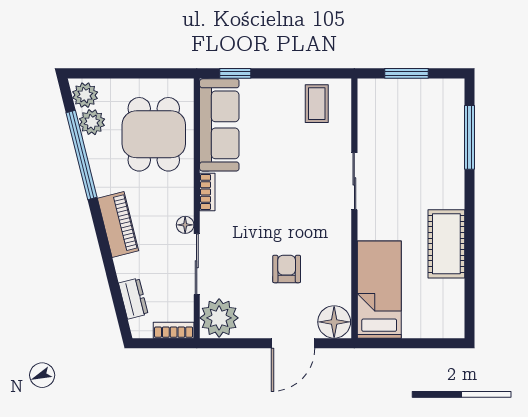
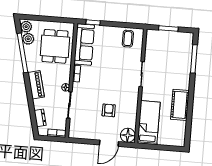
plant: (219, 318) -> (77, 129), removed

